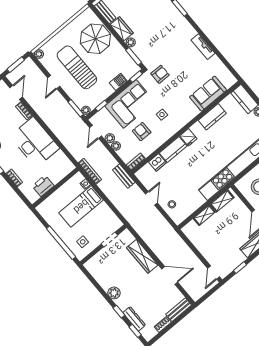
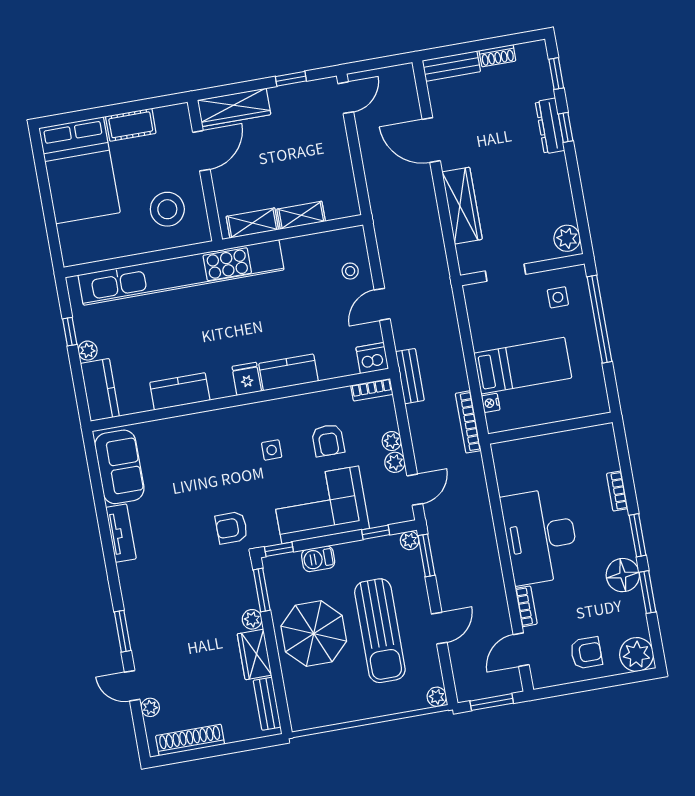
parasol: (95, 39) -> (314, 634), moved
sofa: (208, 94) -> (119, 467), moved, turned -90
dishwasher: (157, 162) -> (372, 358), moved
printer: (43, 186) -> (572, 445), removed
plant: (114, 293) -> (567, 238), moved
dresser: (134, 319) -> (550, 126), moved

